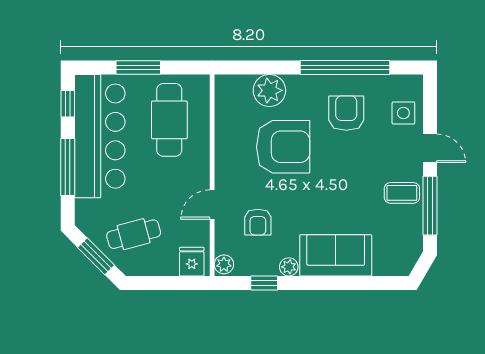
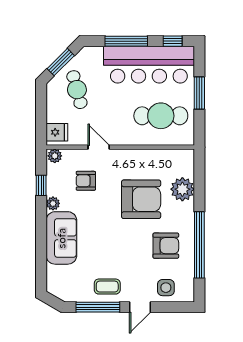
armchair: (283, 147) -> (141, 199), turned -90
coffee table: (402, 193) -> (107, 287), turned 90

